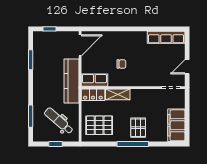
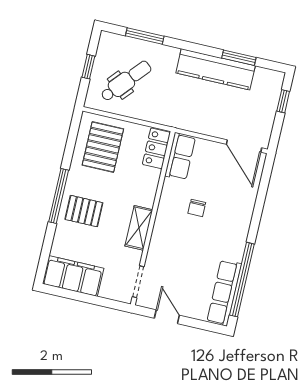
window: (156, 29) -> (242, 280), added
kitchen counter: (72, 81) -> (216, 69), moved, turned 180
shelving: (118, 94) -> (139, 228), moved

